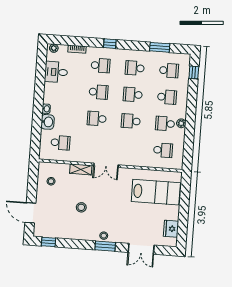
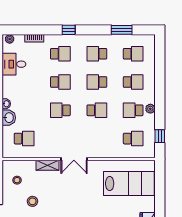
window: (194, 72) -> (160, 136), moved
school desk: (131, 121) -> (97, 110), turned 180
stool: (81, 207) -> (32, 201), moved

